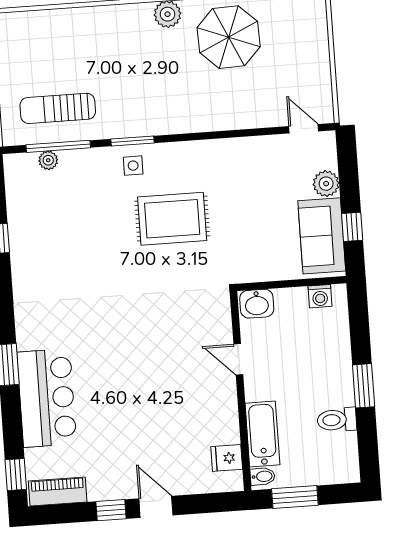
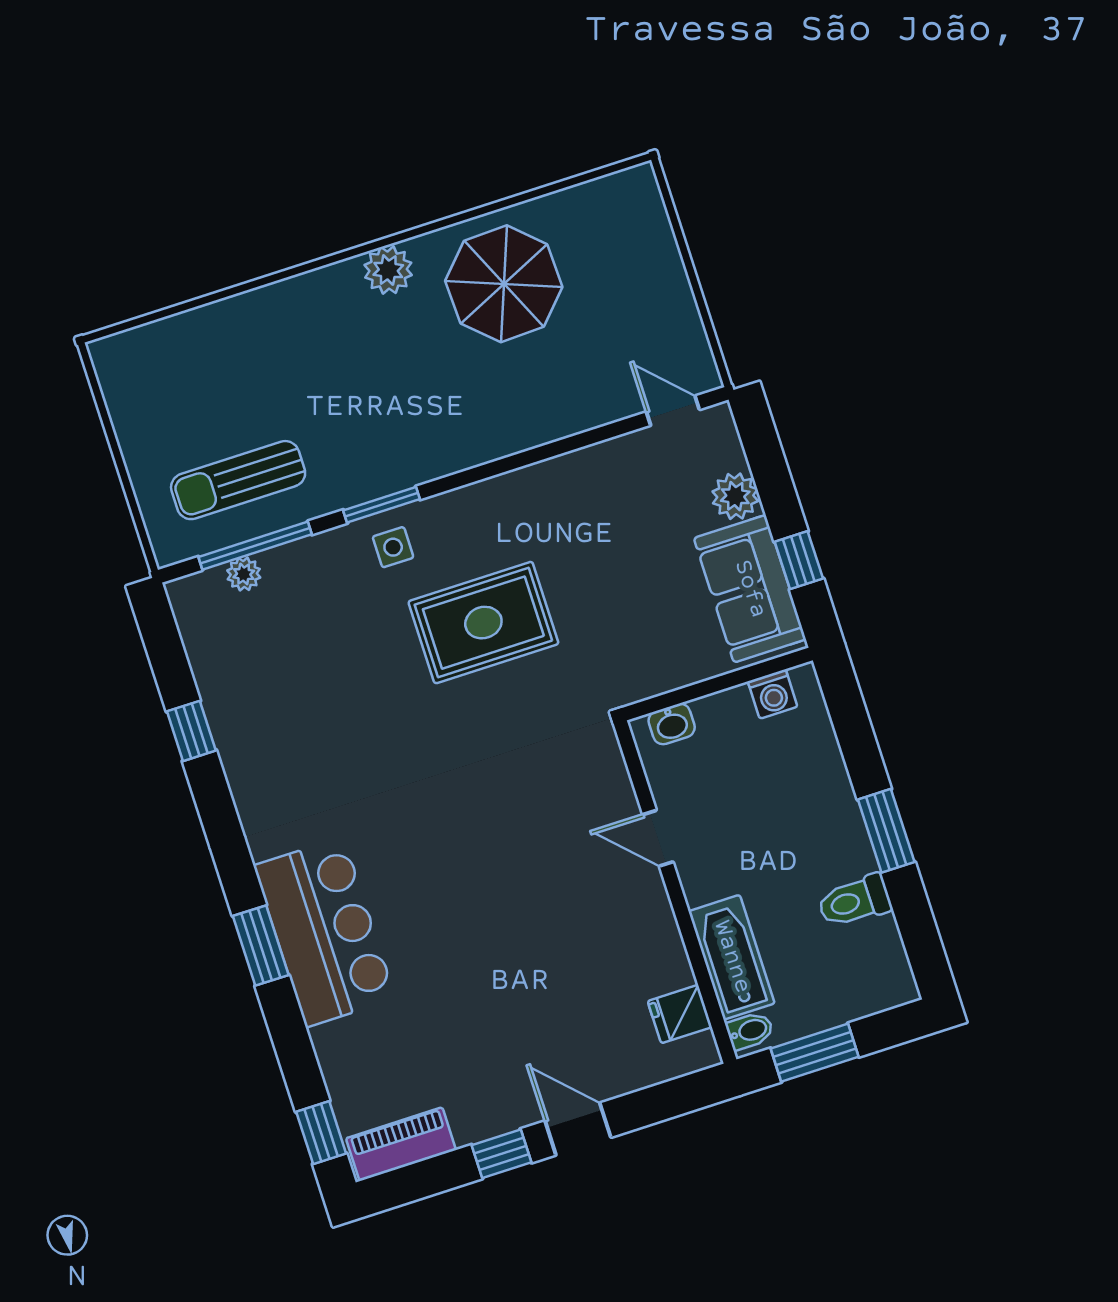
washbasin: (257, 304) -> (672, 724), width x0.72, depth x0.69
bar counter: (47, 398) -> (325, 932), moved

